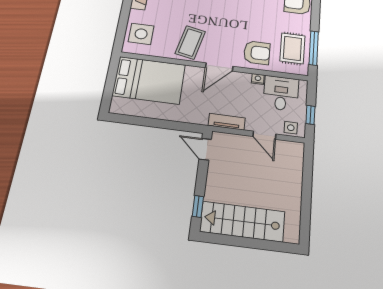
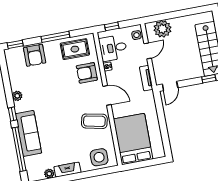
window: (314, 48) -> (55, 37), moved
armchair: (257, 53) -> (87, 73), turned -90
window: (310, 115) -> (112, 26), moved
plant: (290, 165) -> (163, 29), added

